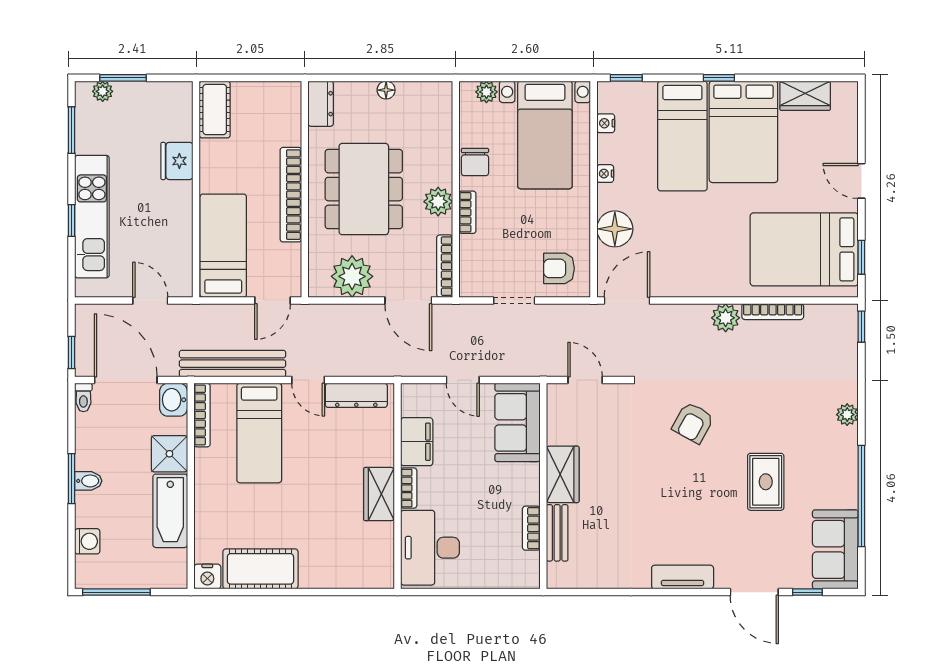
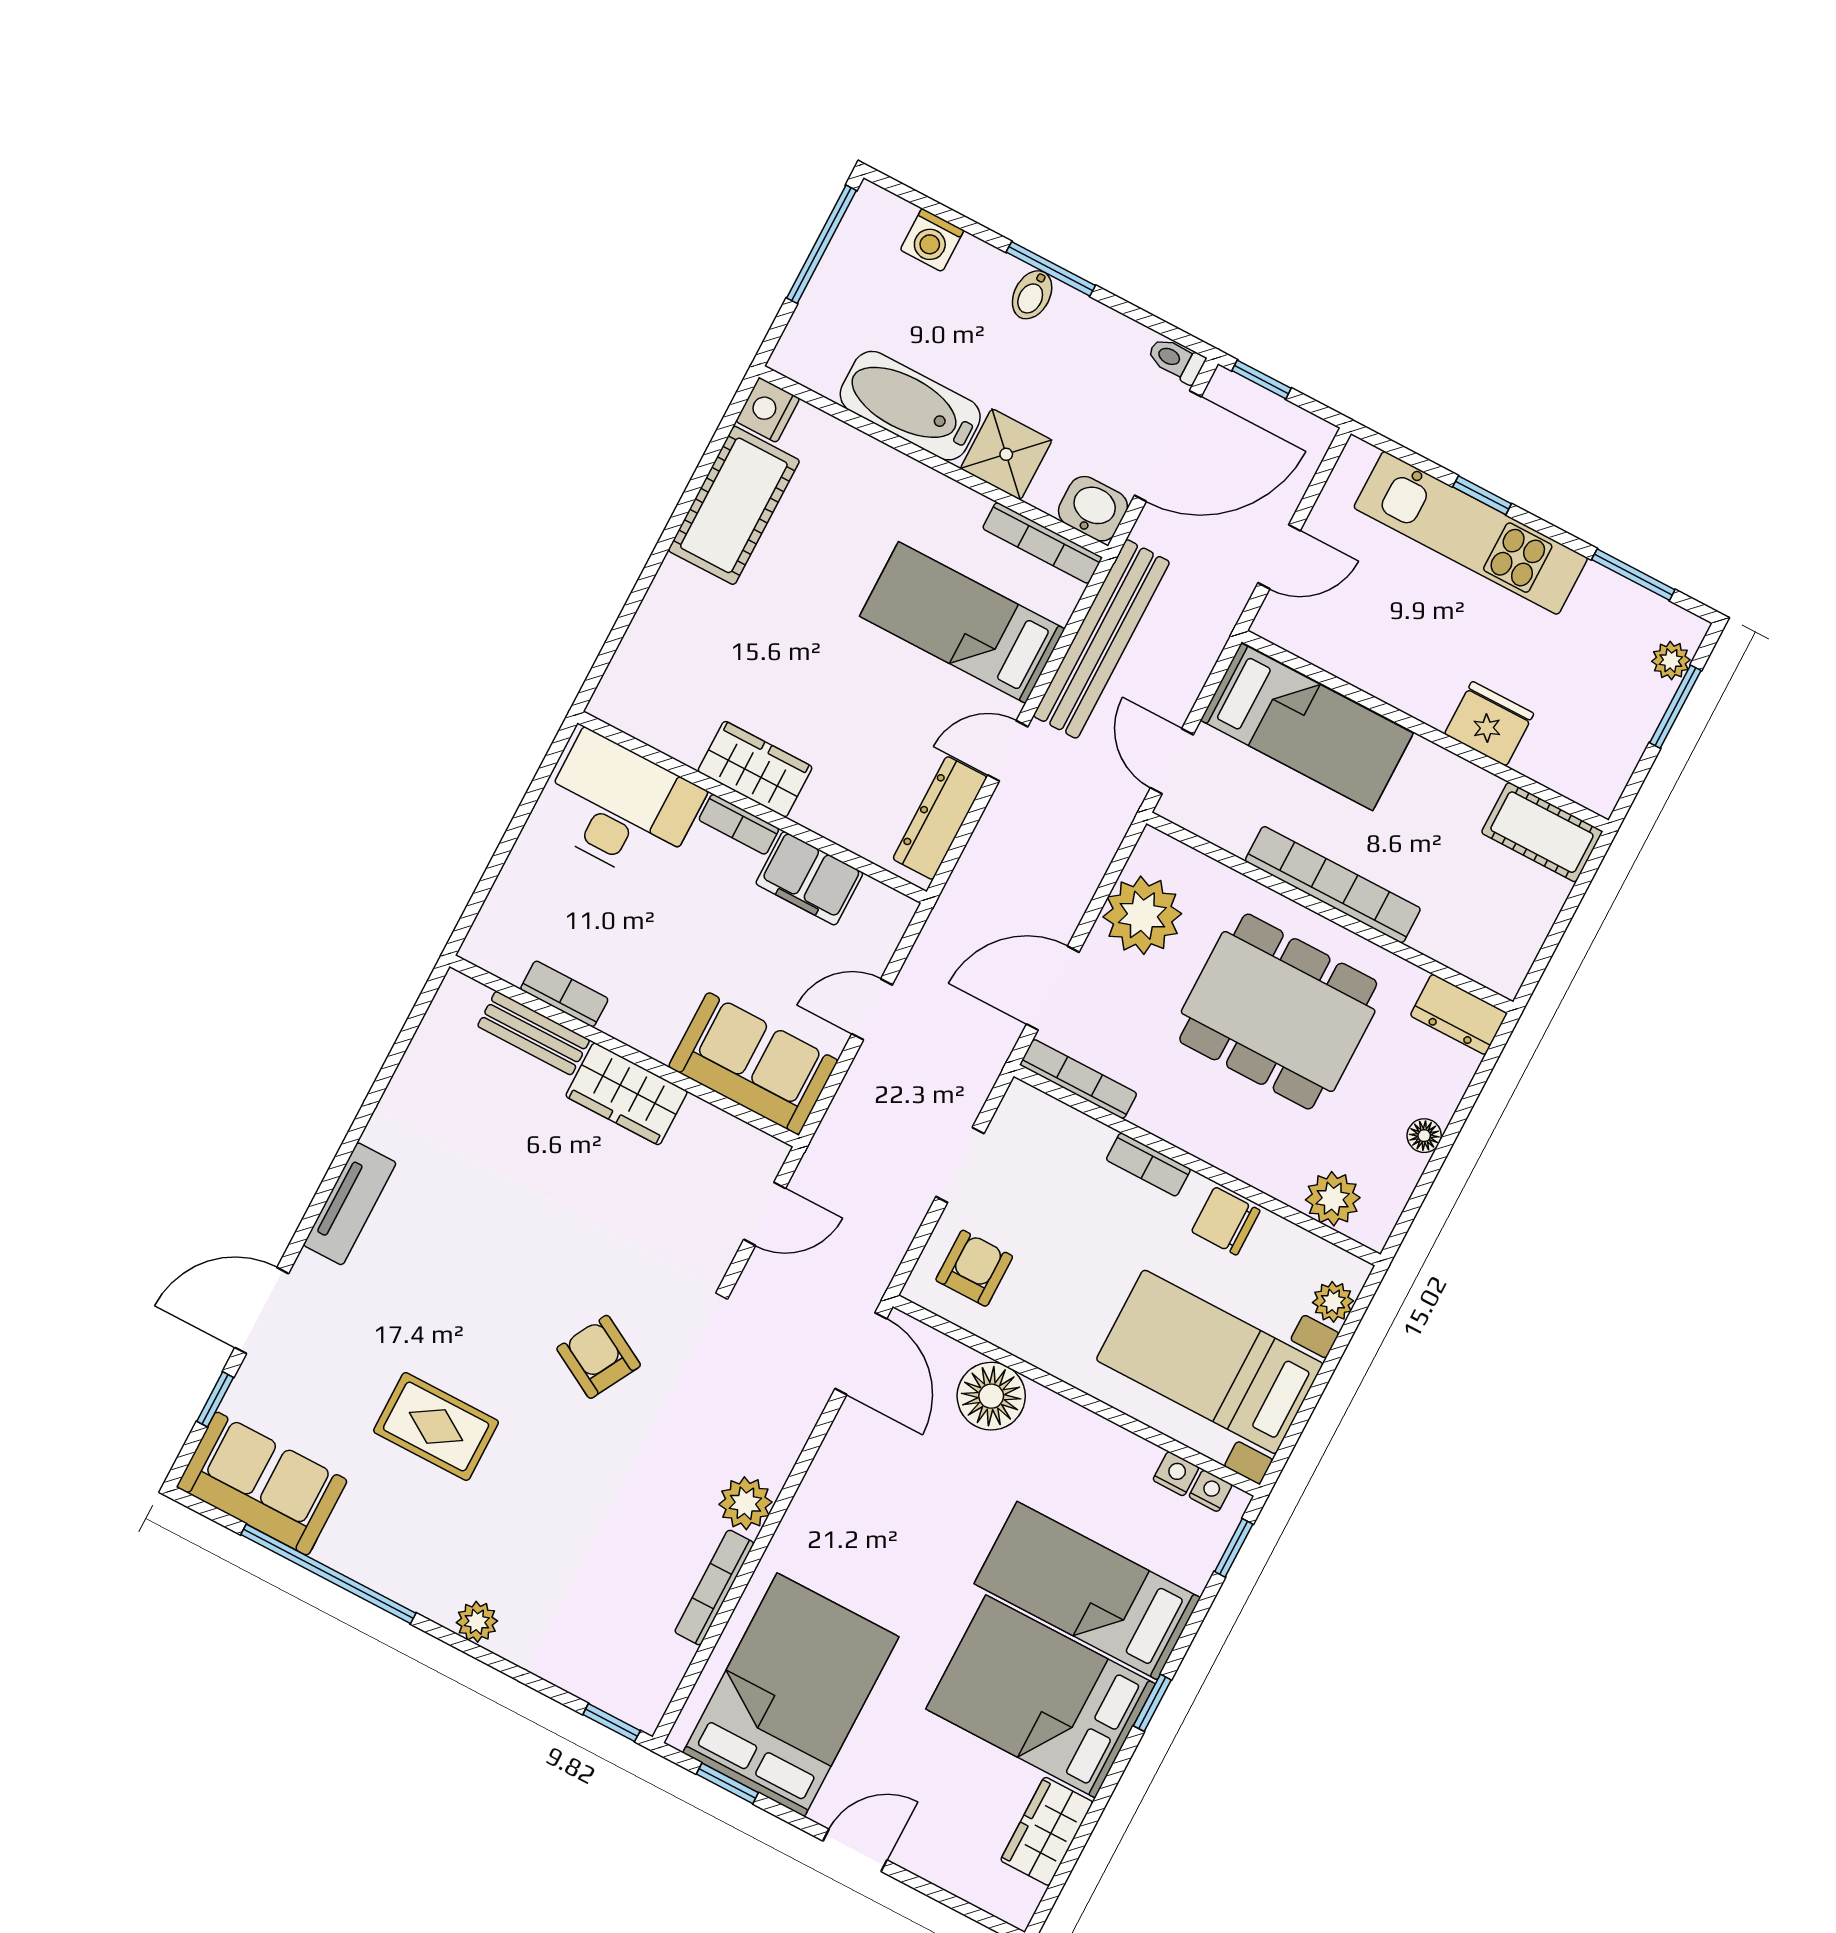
nightstand: (605, 174) -> (1210, 1491), moved
plant: (438, 202) -> (1333, 1199), moved

